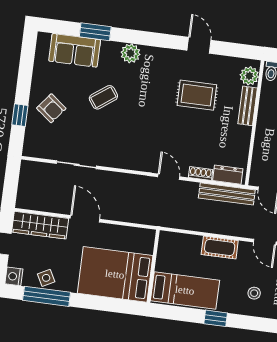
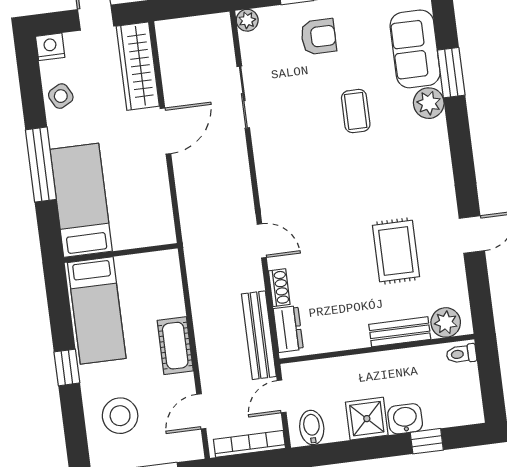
plant: (131, 53) -> (429, 103), moved
coffee table: (103, 97) -> (356, 111), turned 36
armchair: (51, 108) -> (319, 37), turned -128
plant: (29, 150) -> (247, 20), added
door: (169, 177) -> (262, 241), hinge flipped
bed: (115, 274) -> (81, 200), width x0.67
stool: (254, 293) -> (120, 416), width x1.89, depth x1.89
window: (47, 296) -> (41, 165), moved

